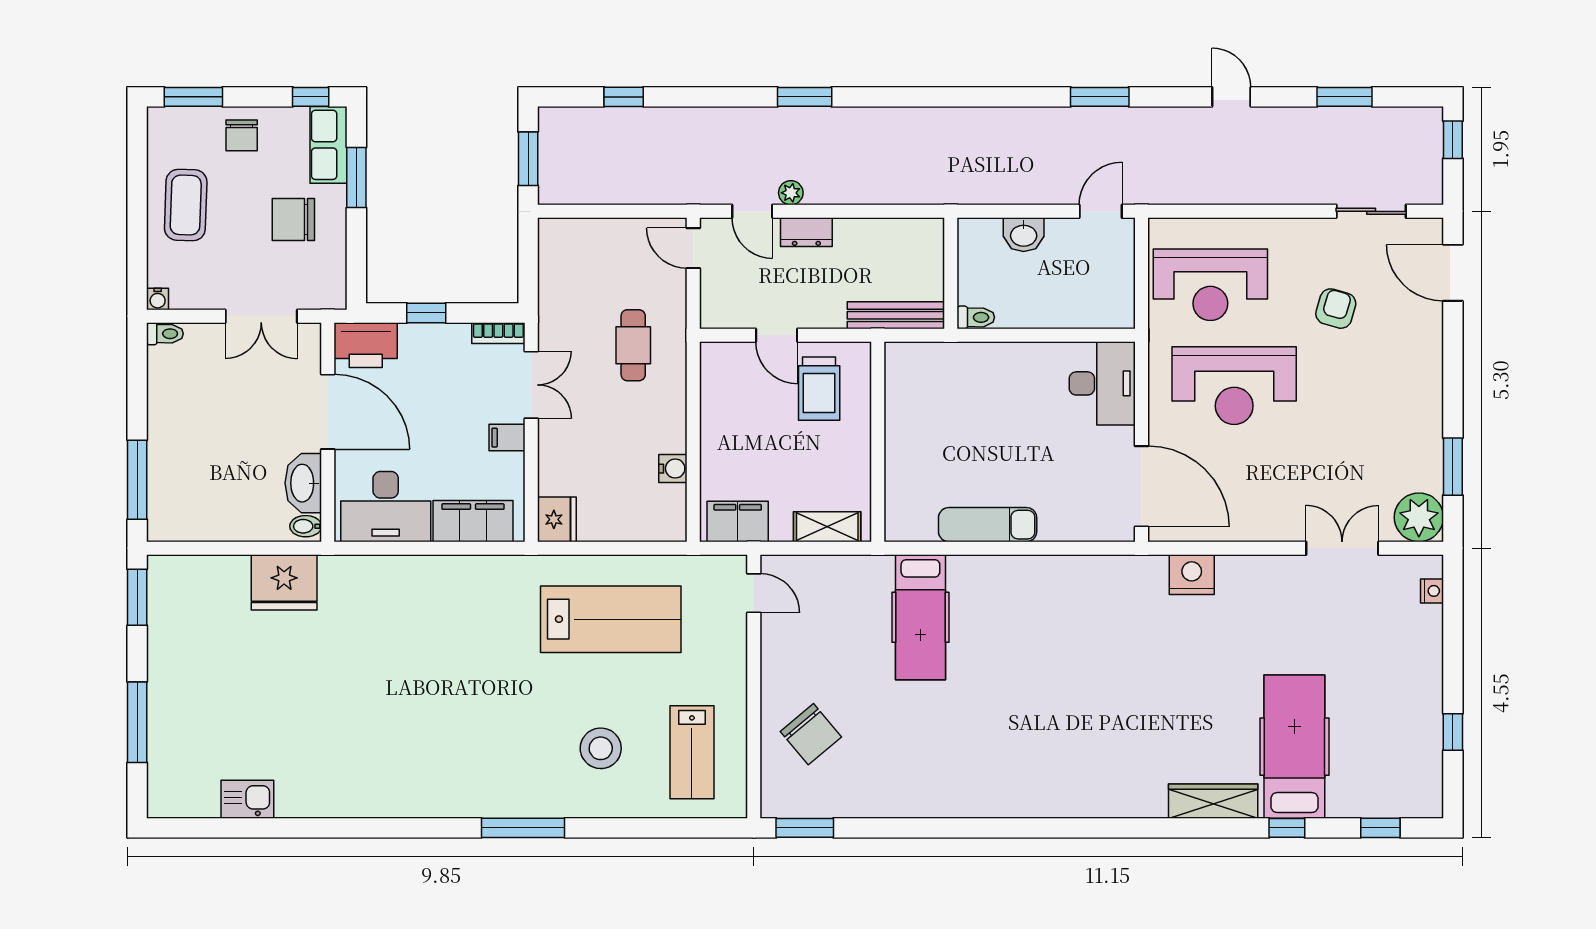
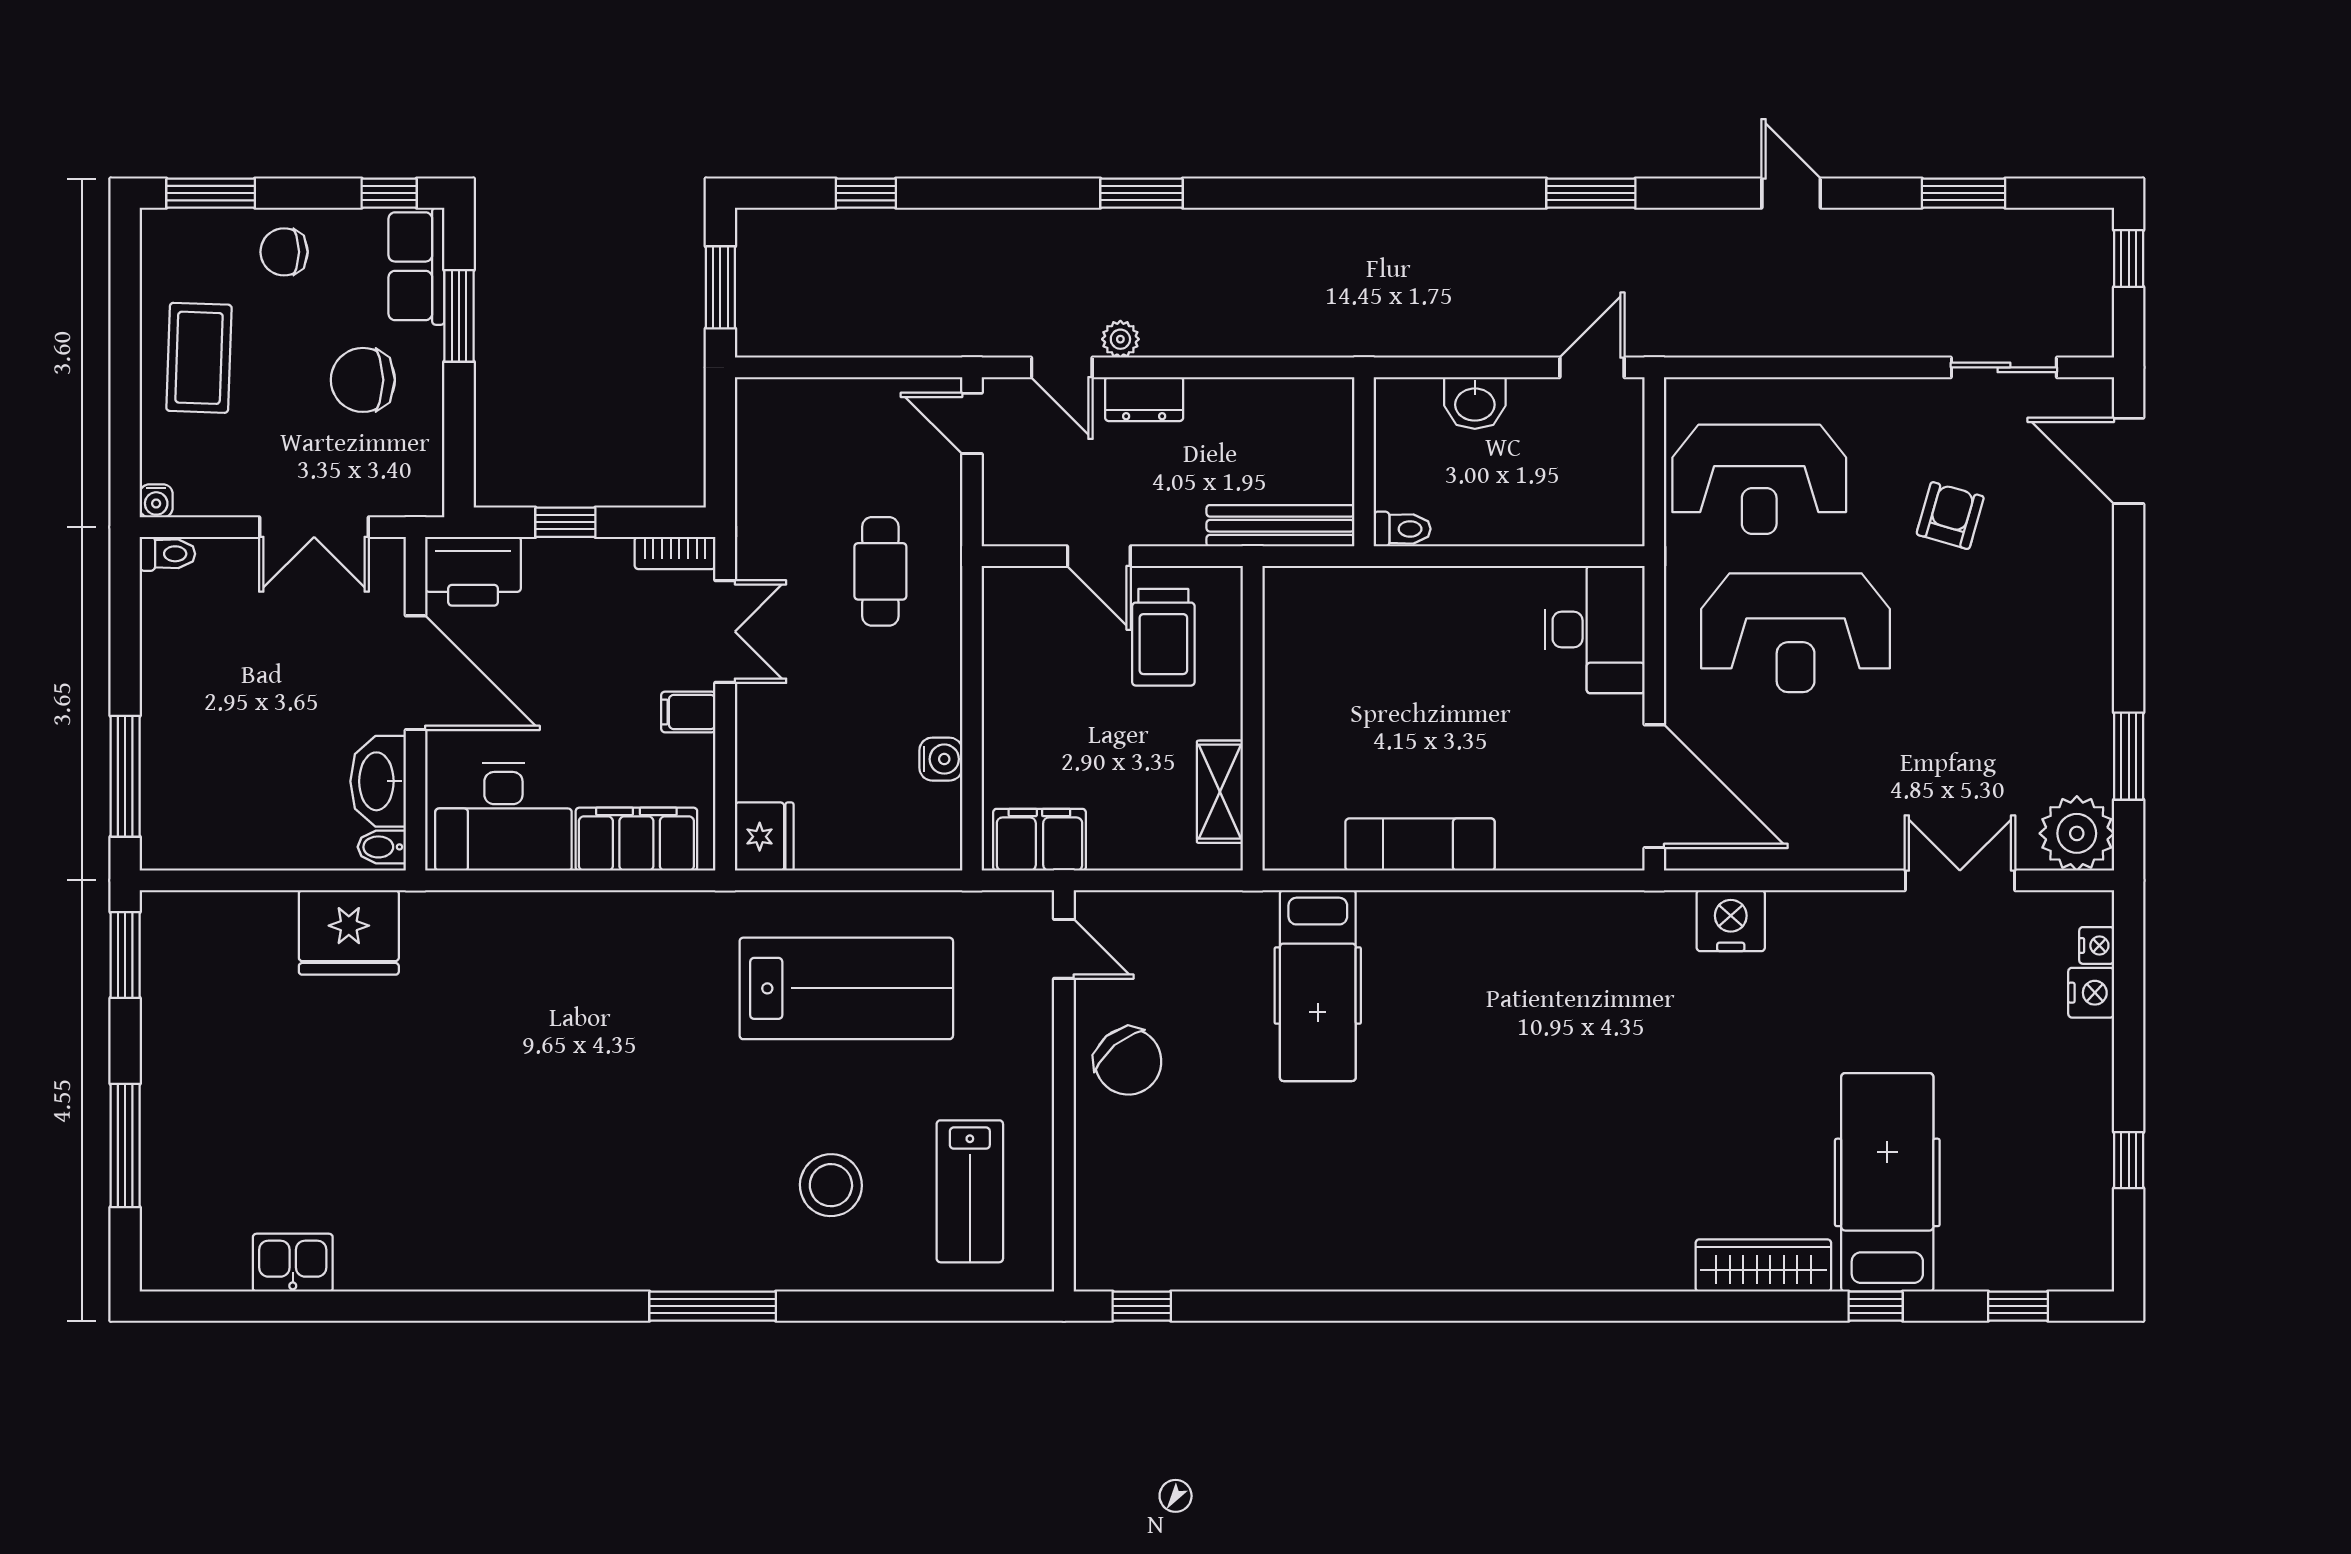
chair: (242, 135) -> (284, 252), turned 90
shelving: (827, 527) -> (1220, 792), moved, turned 90
nightstand: (1428, 622) -> (2091, 993), added
chair: (811, 734) -> (1128, 1061), moved
window: (805, 828) -> (1142, 1306), width x0.67

